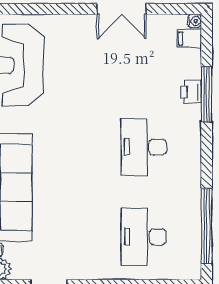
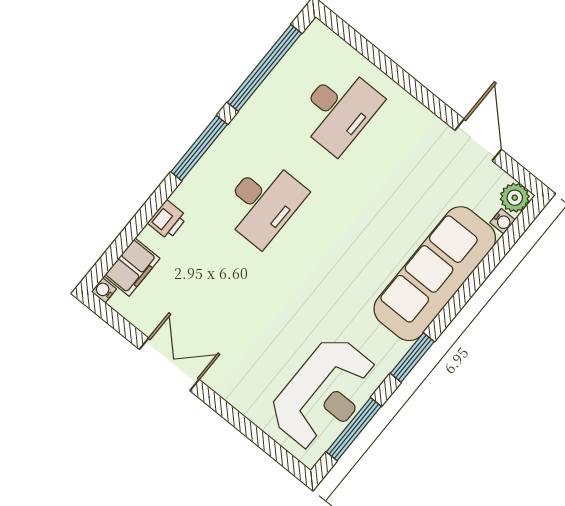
filing cabinet: (189, 39) -> (132, 267), width x2.00
window: (207, 94) -> (199, 148), moved

